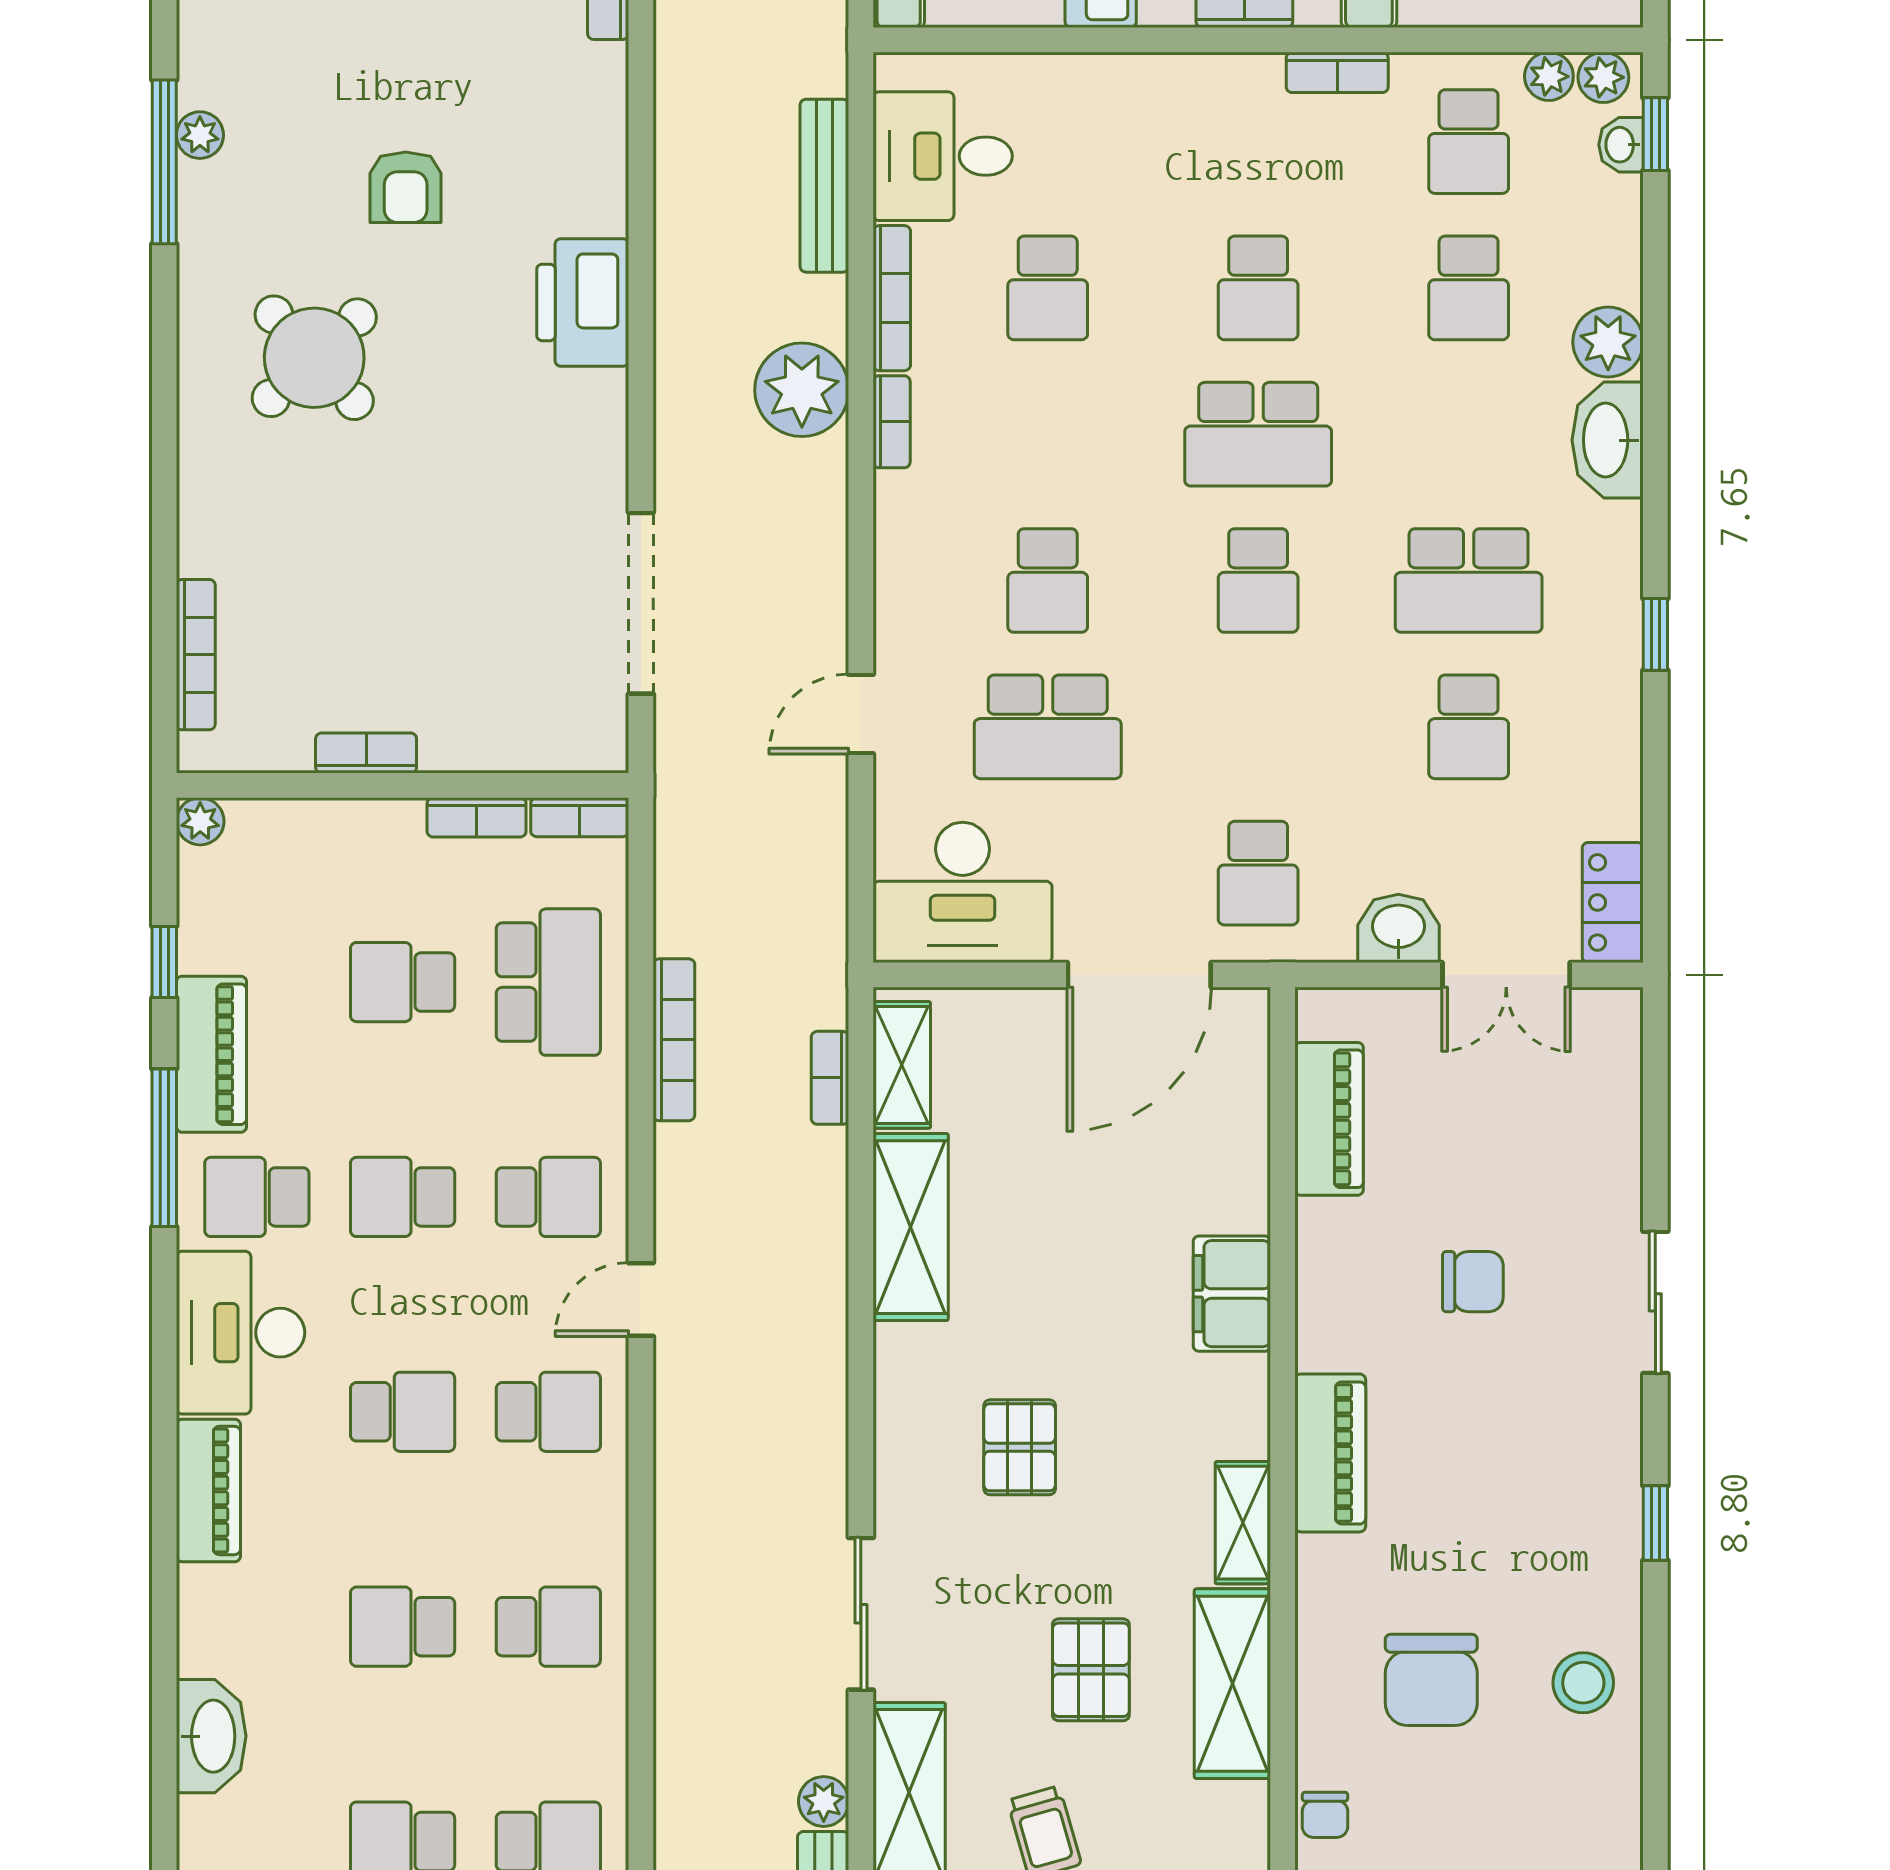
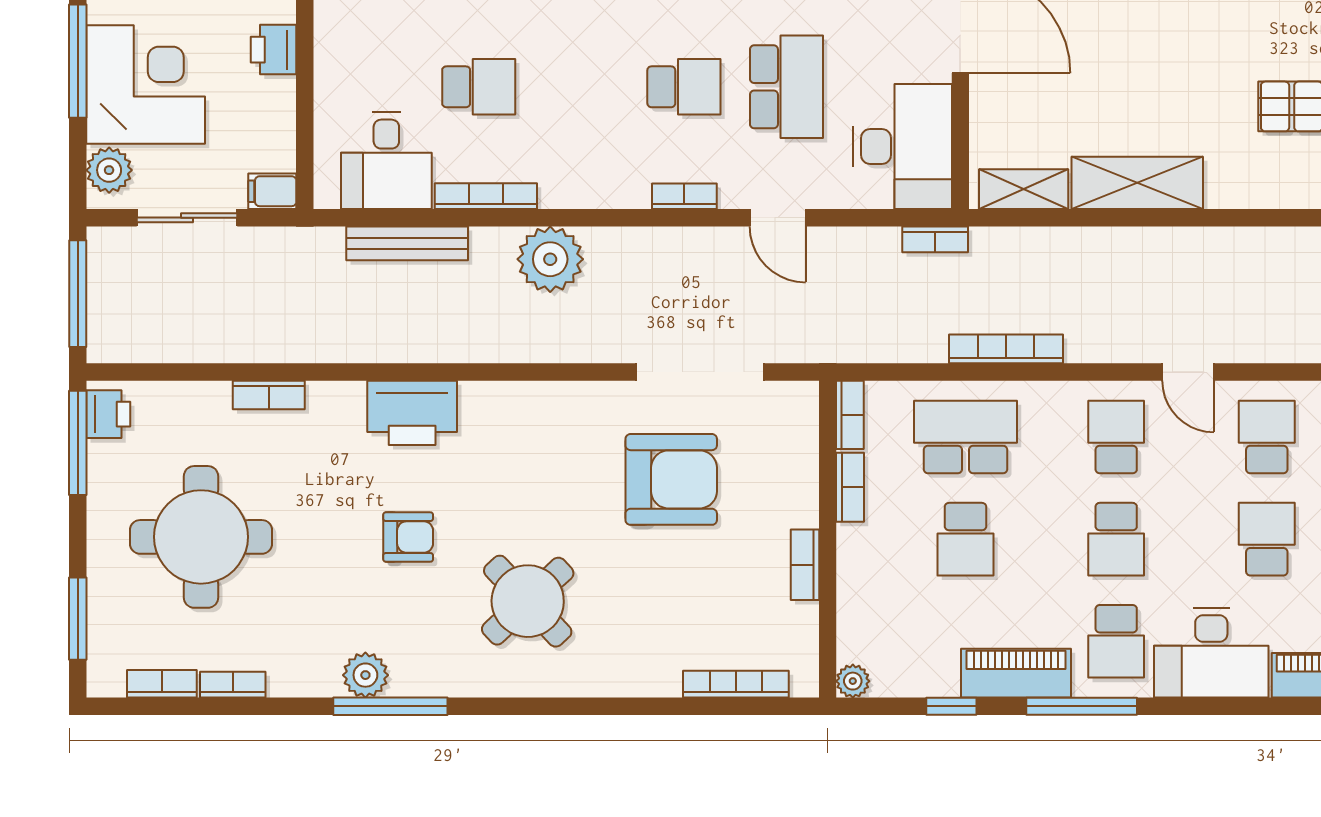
plant: (200, 135) -> (365, 675), width x1.38, depth x1.38
printer: (583, 302) -> (412, 413), moved
bookcase: (892, 422) -> (684, 196), moved
armchair: (488, 562) -> (671, 479), added
bookcase: (830, 1078) -> (935, 239), moved

